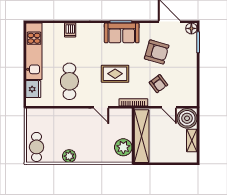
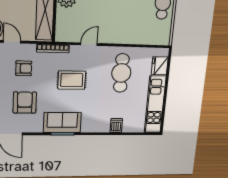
armchair: (157, 52) -> (25, 103), turned 74
armchair: (158, 84) -> (24, 68), turned 127
door: (101, 107) -> (89, 44), hinge flipped

